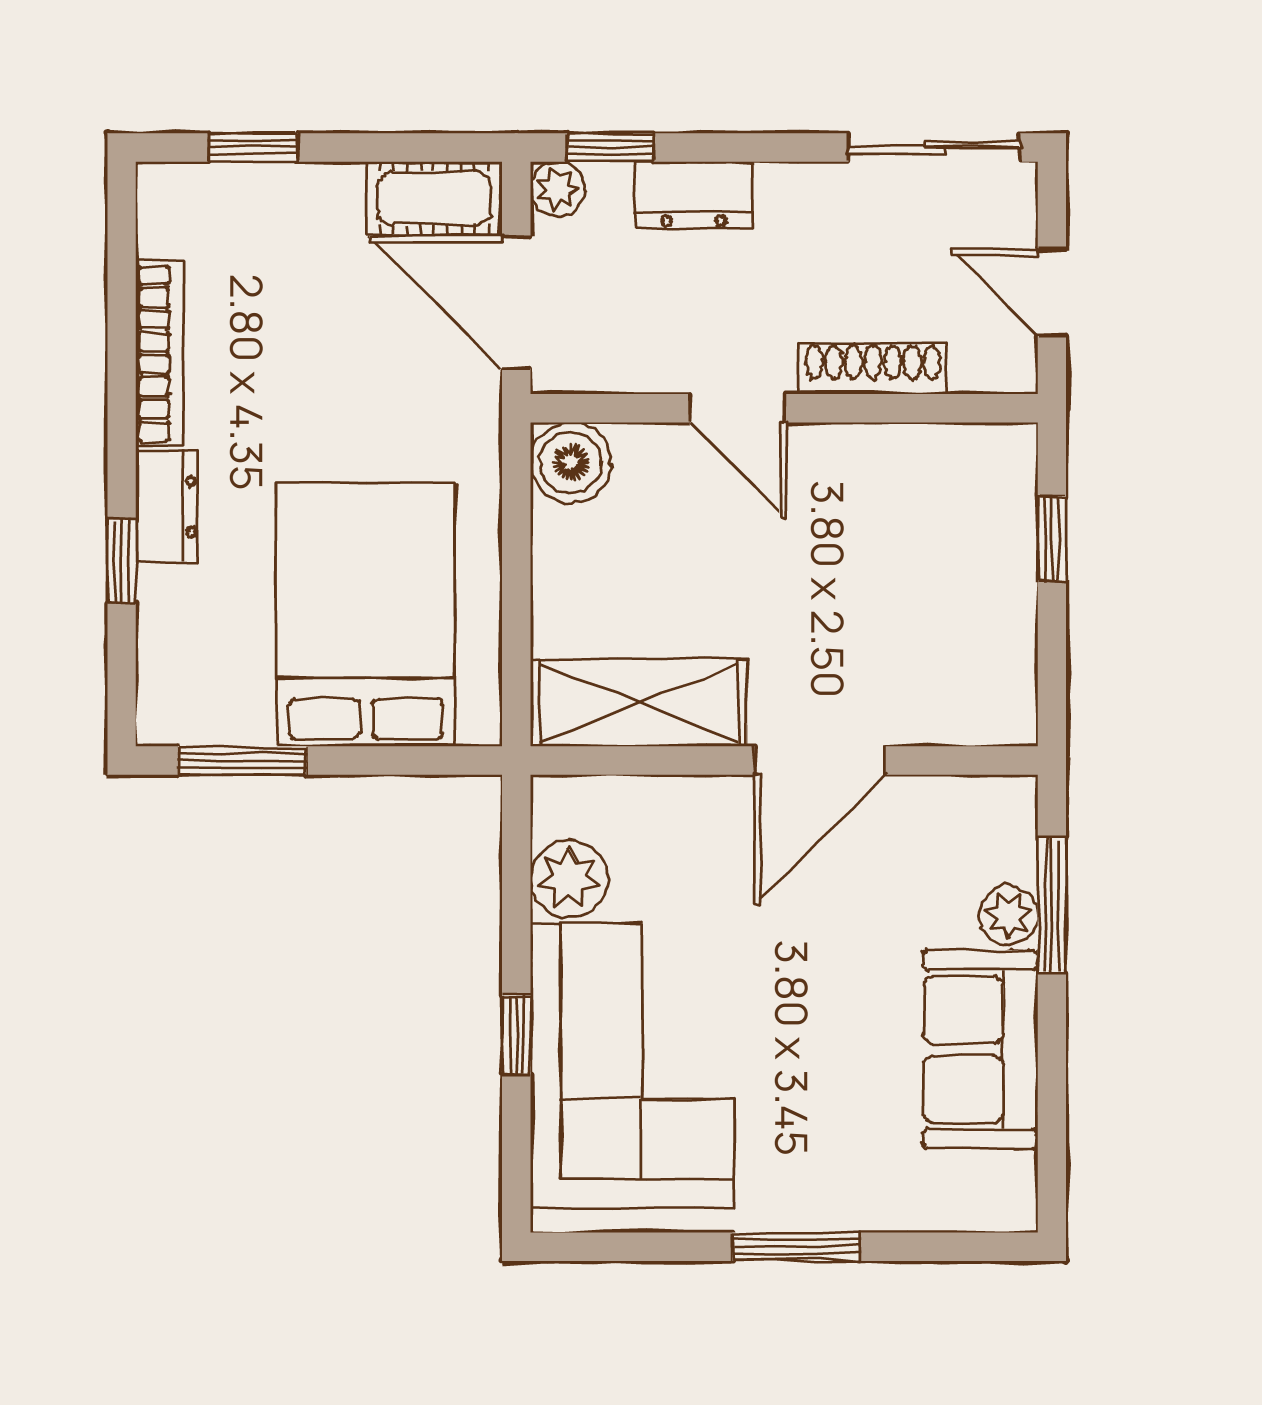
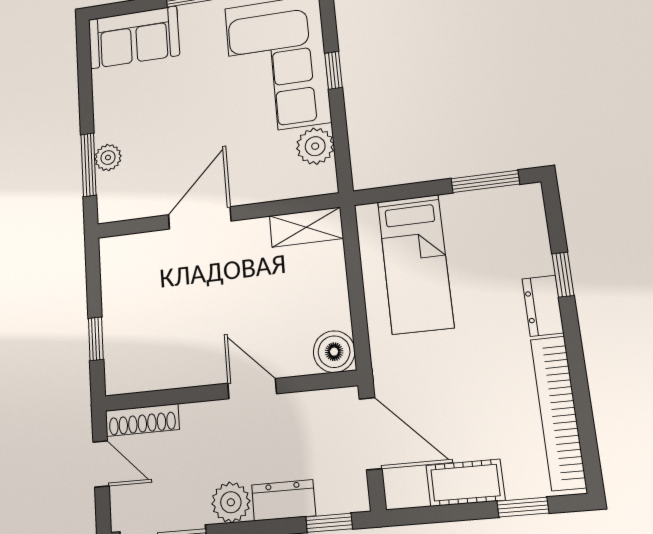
plant: (558, 189) -> (231, 502), moved, width x1.38, depth x1.38
cot: (434, 198) -> (465, 483), moved
bookcase: (160, 353) -> (558, 413), width x1.48, depth x1.31
shoe rack: (873, 369) -> (142, 420), moved
bed: (366, 615) -> (415, 264), width x0.67
shelving: (639, 703) -> (306, 227), width x0.67, depth x0.75
sofa: (980, 1049) -> (134, 37), moved, turned 90

